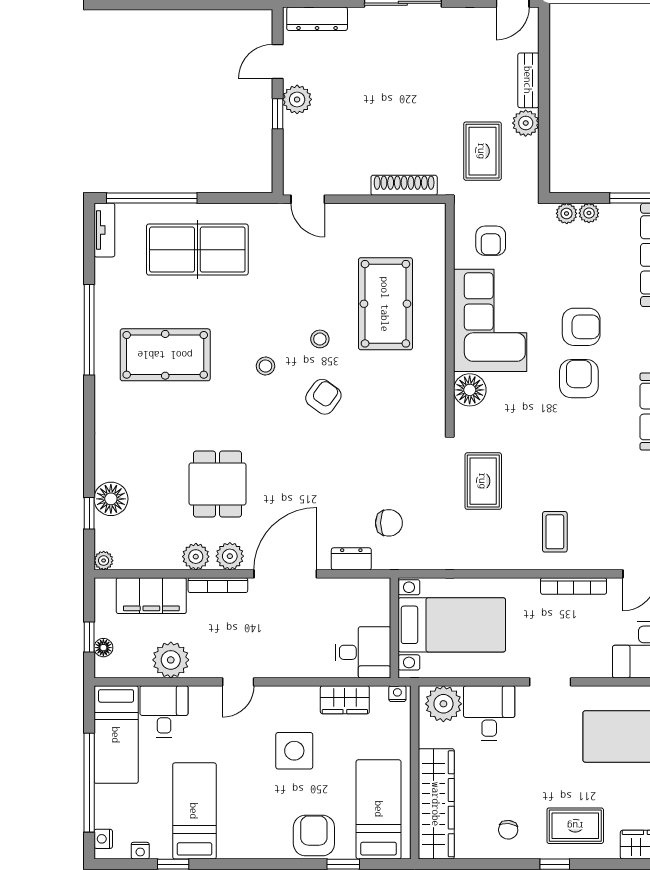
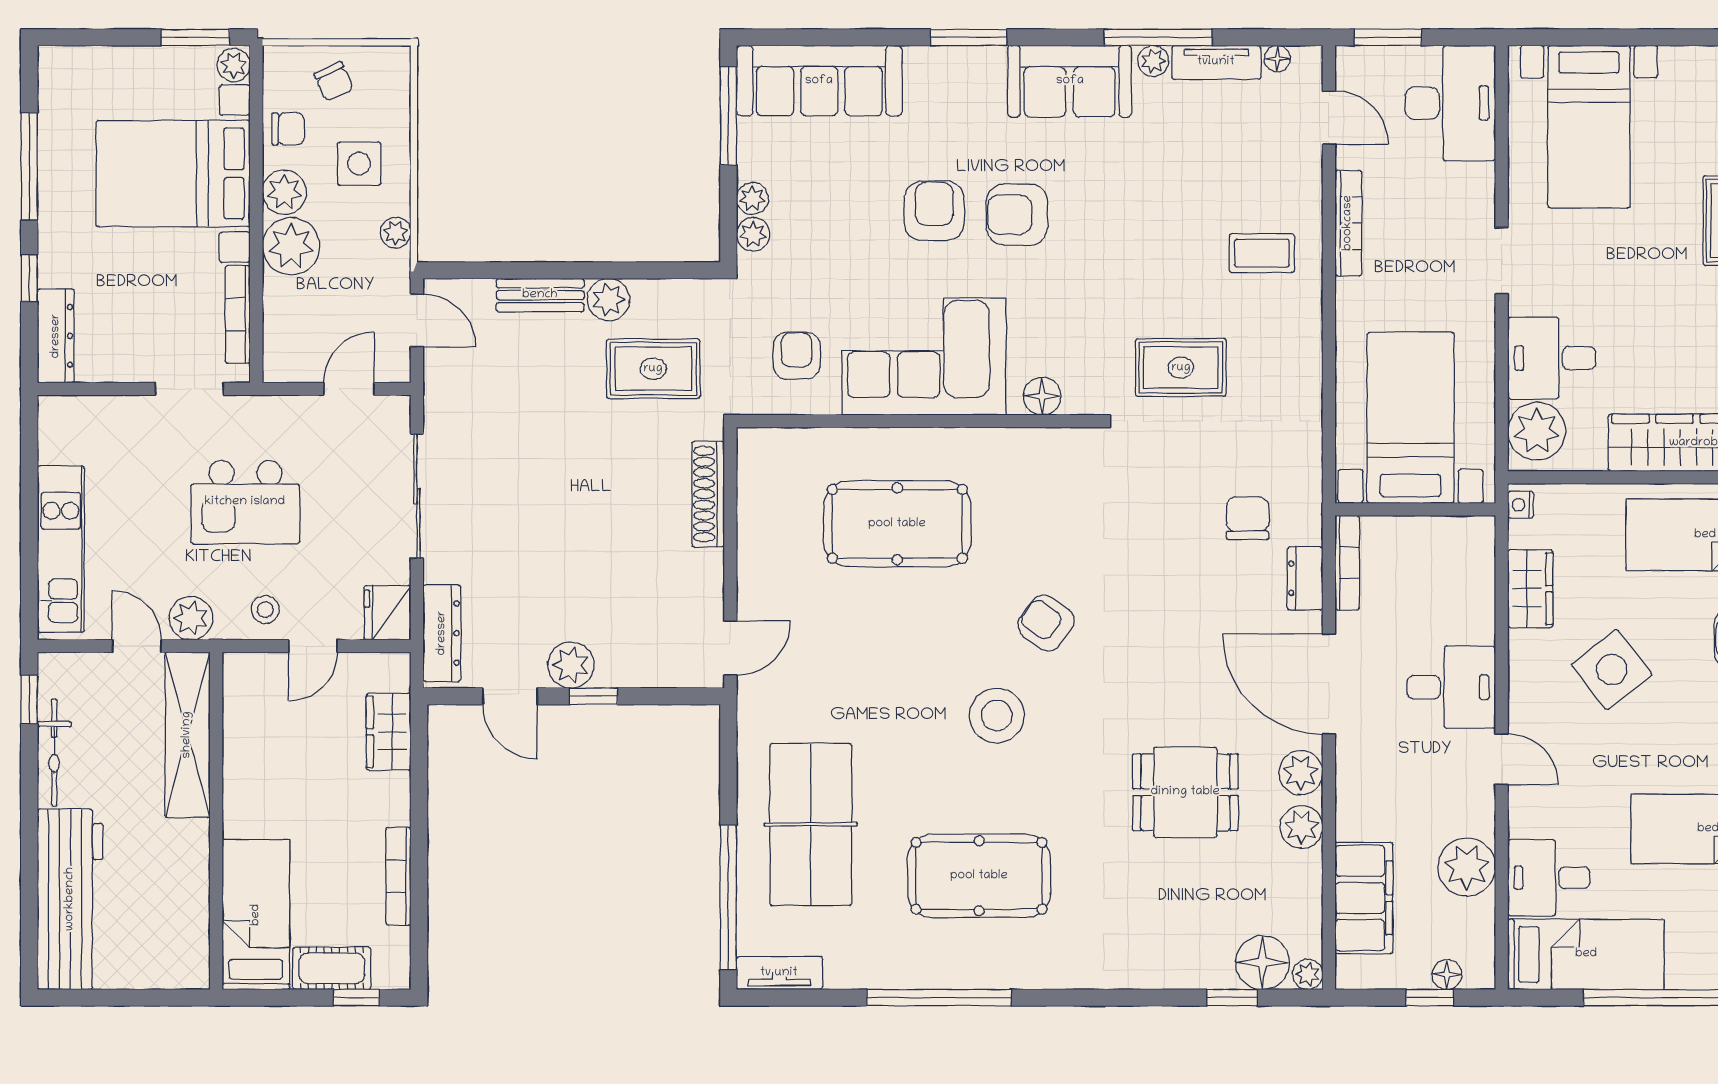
armchair: (491, 241) -> (797, 356), turned -90
stool: (320, 339) -> (954, 629), removed
pool table: (165, 355) -> (979, 876), turned 90
stool: (265, 366) -> (997, 716), width x1.89, depth x1.89
floor lamp: (470, 390) -> (1042, 396), width x0.73, depth x0.73
floor lamp: (111, 499) -> (1262, 963), moved
bookcase: (218, 585) -> (1347, 563), moved
desk: (363, 652) -> (1451, 687), moved, turned 90
side table: (294, 751) -> (1612, 670), turned -38

